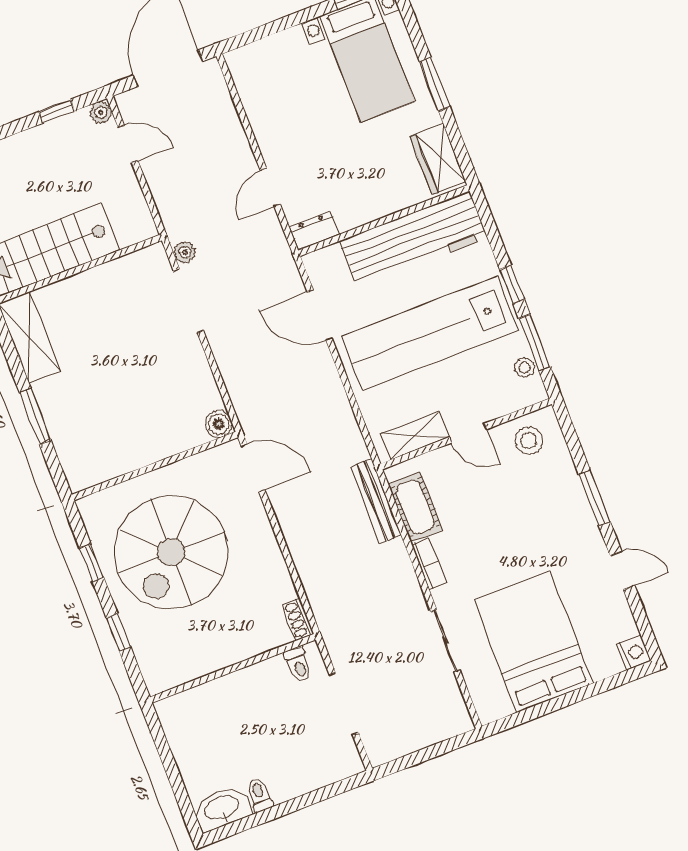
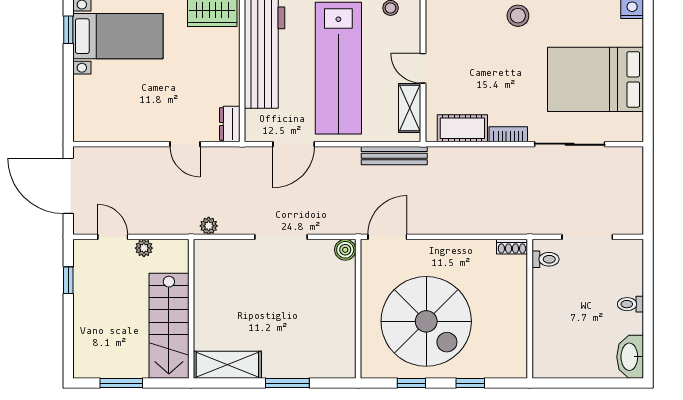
plant: (101, 112) -> (144, 248), moved
door: (128, 144) -> (113, 237), hinge flipped
doorway: (188, 301) -> (281, 237), moved
door: (468, 433) -> (423, 68), swing flipped
stool: (529, 440) -> (518, 16), moved
bench: (376, 501) -> (394, 156), moved
sliding door: (445, 641) -> (570, 144), width x1.37
toilet: (259, 795) -> (630, 304), moved

